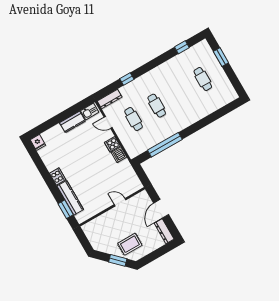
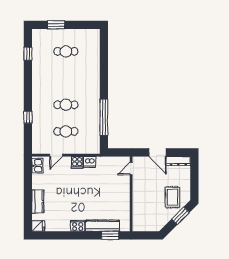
dresser: (110, 99) -> (37, 142), removed
kitchen counter: (72, 122) -> (38, 201), moved
door: (120, 202) -> (131, 169), moved

